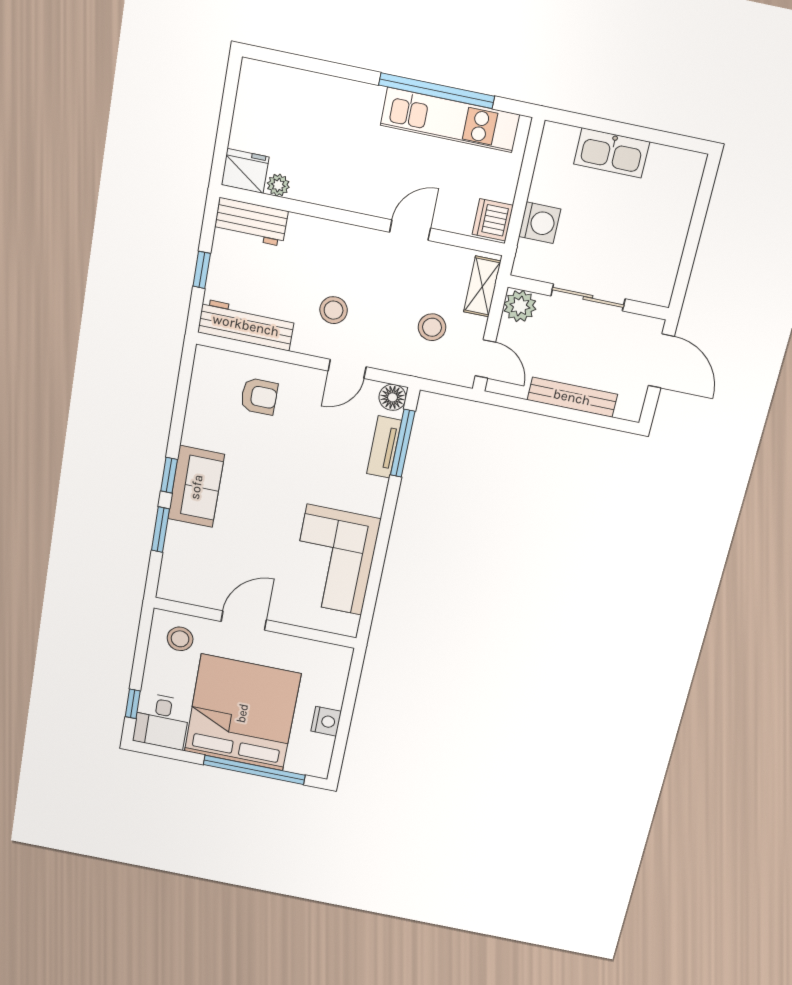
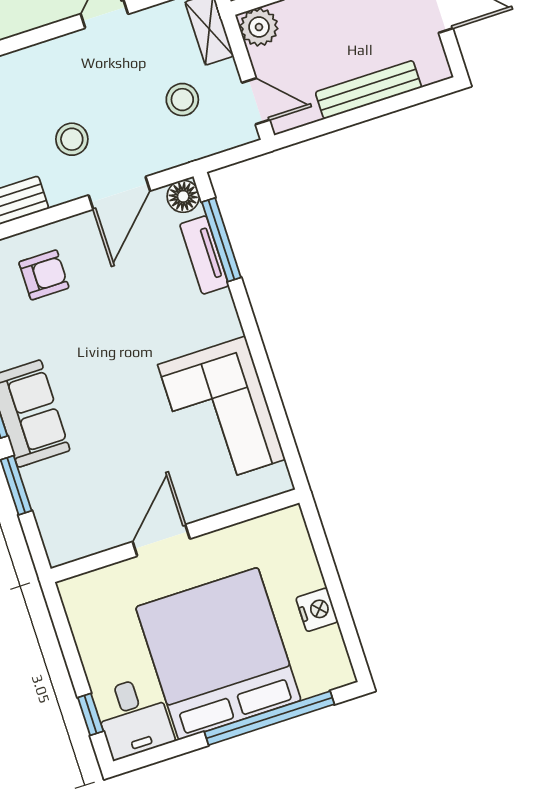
door: (347, 369) -> (119, 193), width x1.38
stool: (180, 639) -> (103, 603), removed

